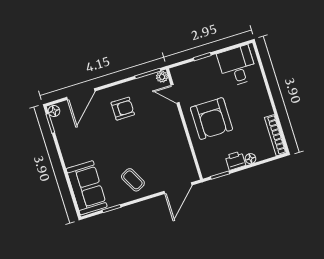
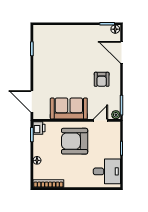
printer: (235, 161) -> (39, 128), moved
coffee table: (133, 180) -> (48, 71), removed
sofa: (87, 188) -> (69, 109), moved, turned 180

